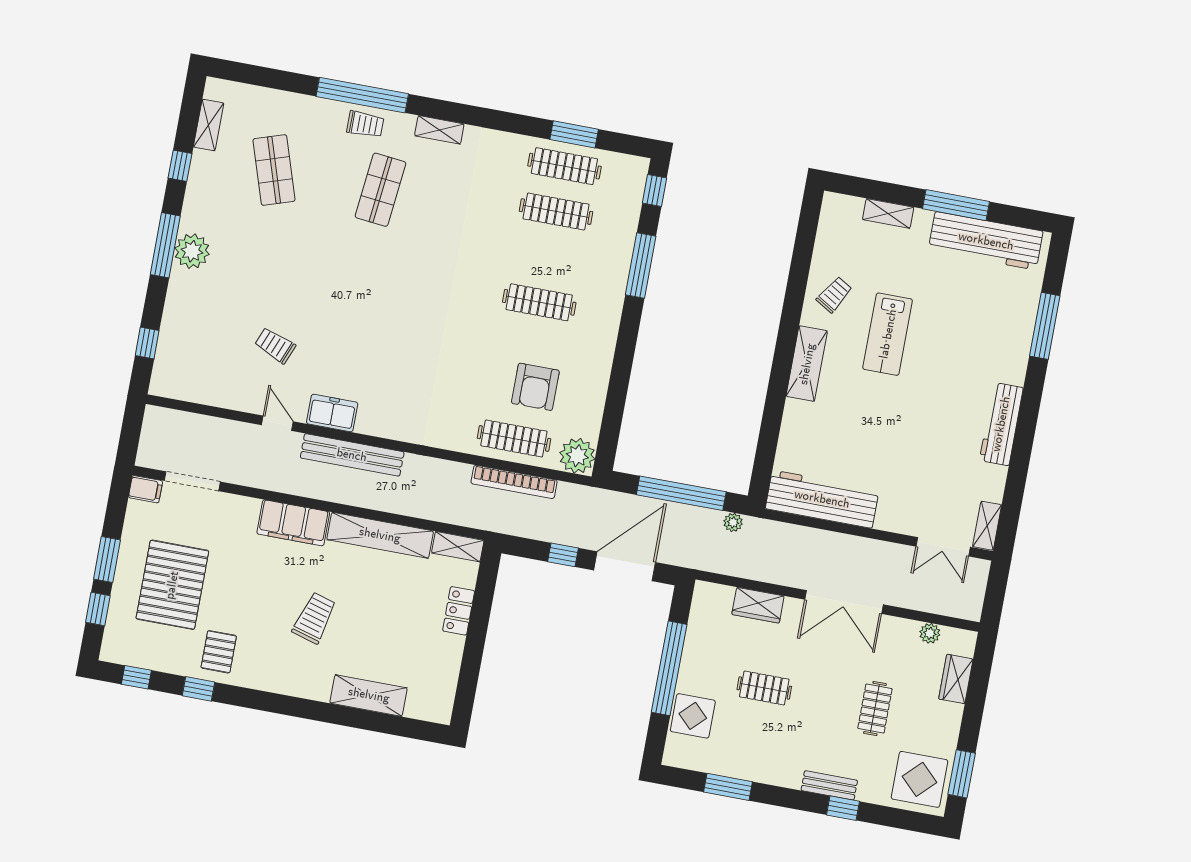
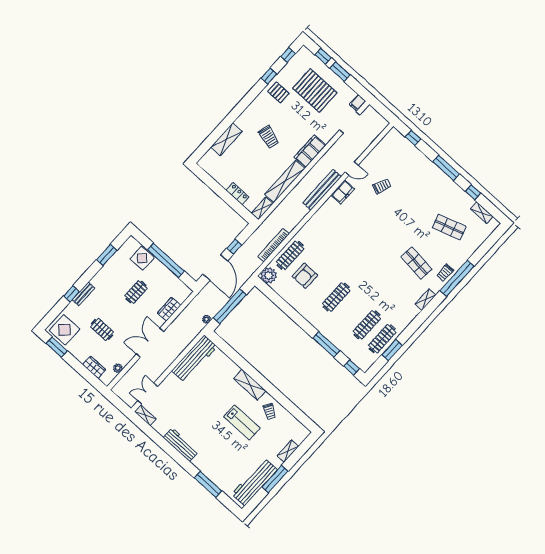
plant: (192, 251) -> (438, 177), removed
lab bench: (888, 334) -> (242, 422), turned 180
armchair: (535, 387) -> (305, 276), turned -90

